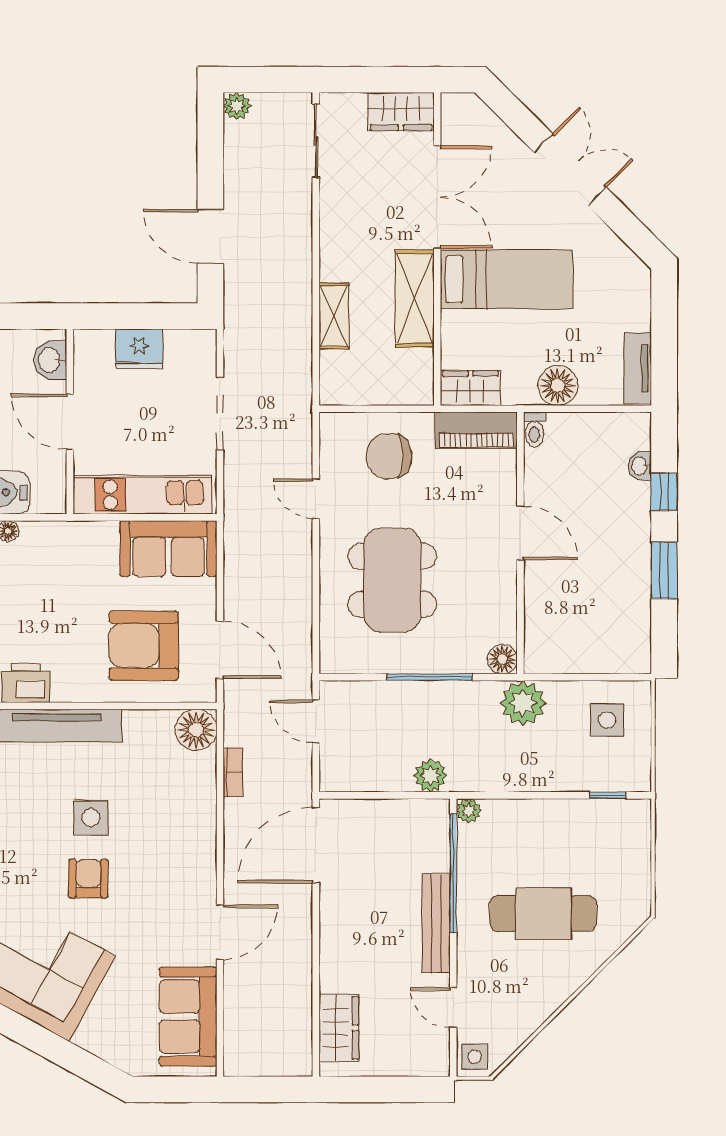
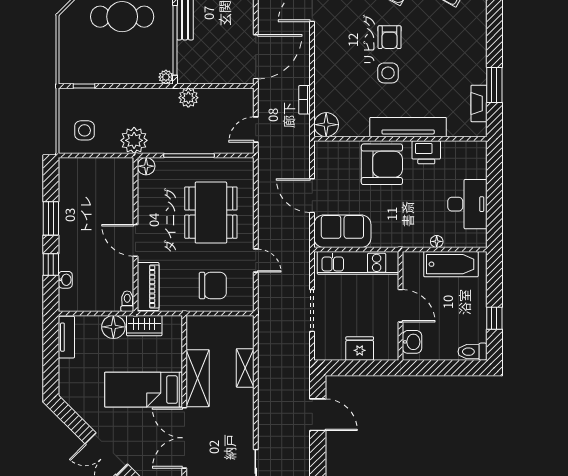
wardrobe: (471, 388) -> (144, 326), moved
piano: (476, 430) -> (148, 286), moved, turned 90
armchair: (144, 646) -> (382, 164), moved
door: (220, 650) -> (312, 196), moved
door: (316, 721) -> (256, 130), swing flipped

